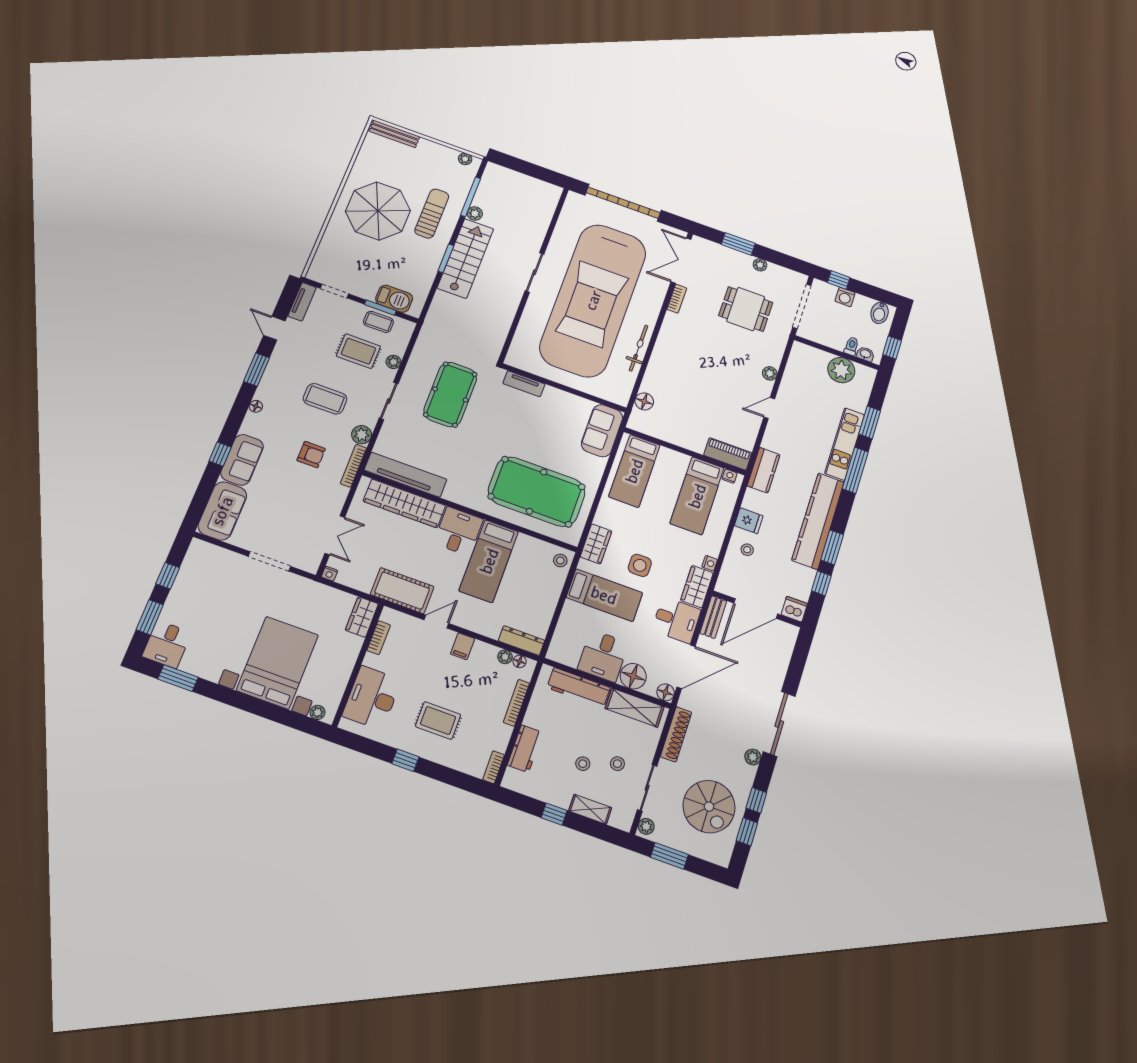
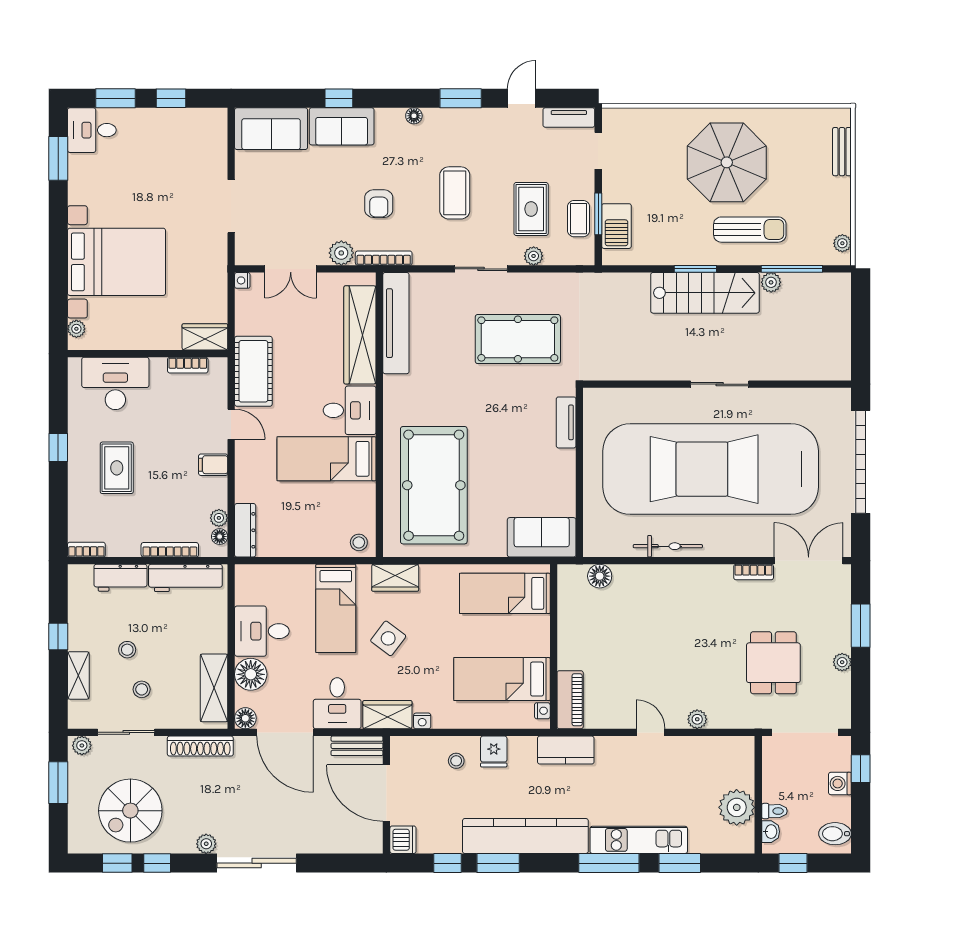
bench: (394, 134) -> (842, 152), width x0.73
plant: (362, 435) -> (341, 253), moved
side table: (640, 565) -> (388, 638), turned 37
workbench: (579, 688) -> (185, 578), moved, turned -90

